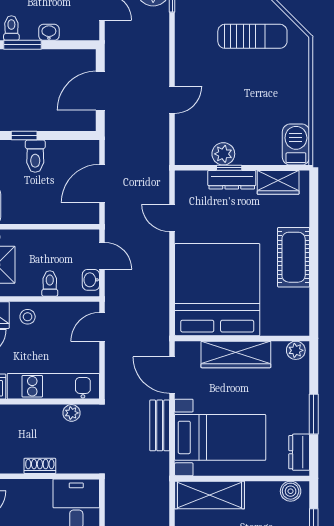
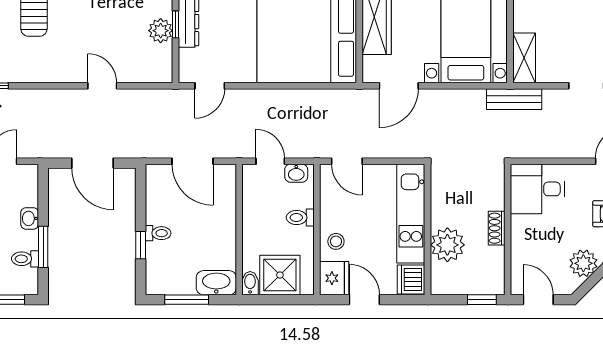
toilet: (35, 156) -> (158, 233), width x0.73, depth x0.72
door: (172, 218) -> (210, 86), moved
door: (102, 256) -> (270, 161), hinge flipped
plant: (72, 413) -> (447, 245), moved, width x1.87, depth x1.87
bench: (160, 425) -> (514, 99), moved
shelving: (210, 495) -> (524, 58), width x0.67, depth x0.75

